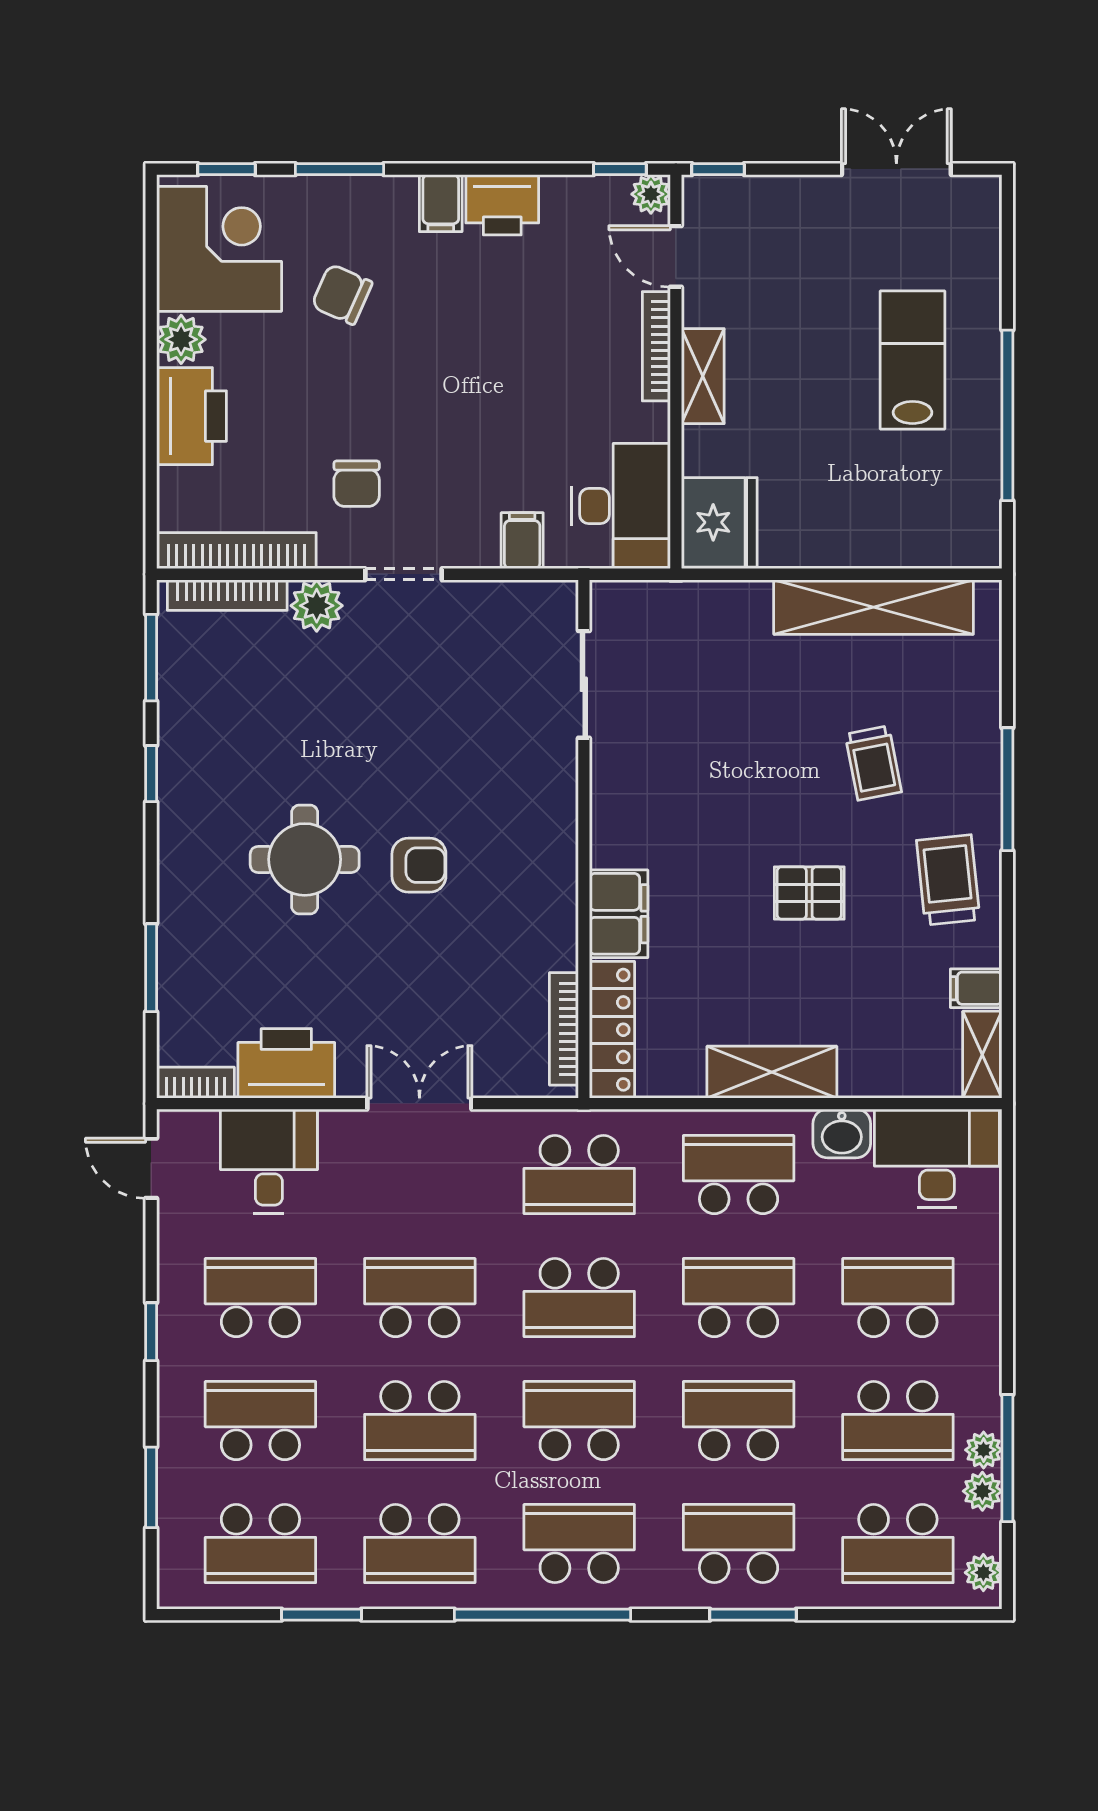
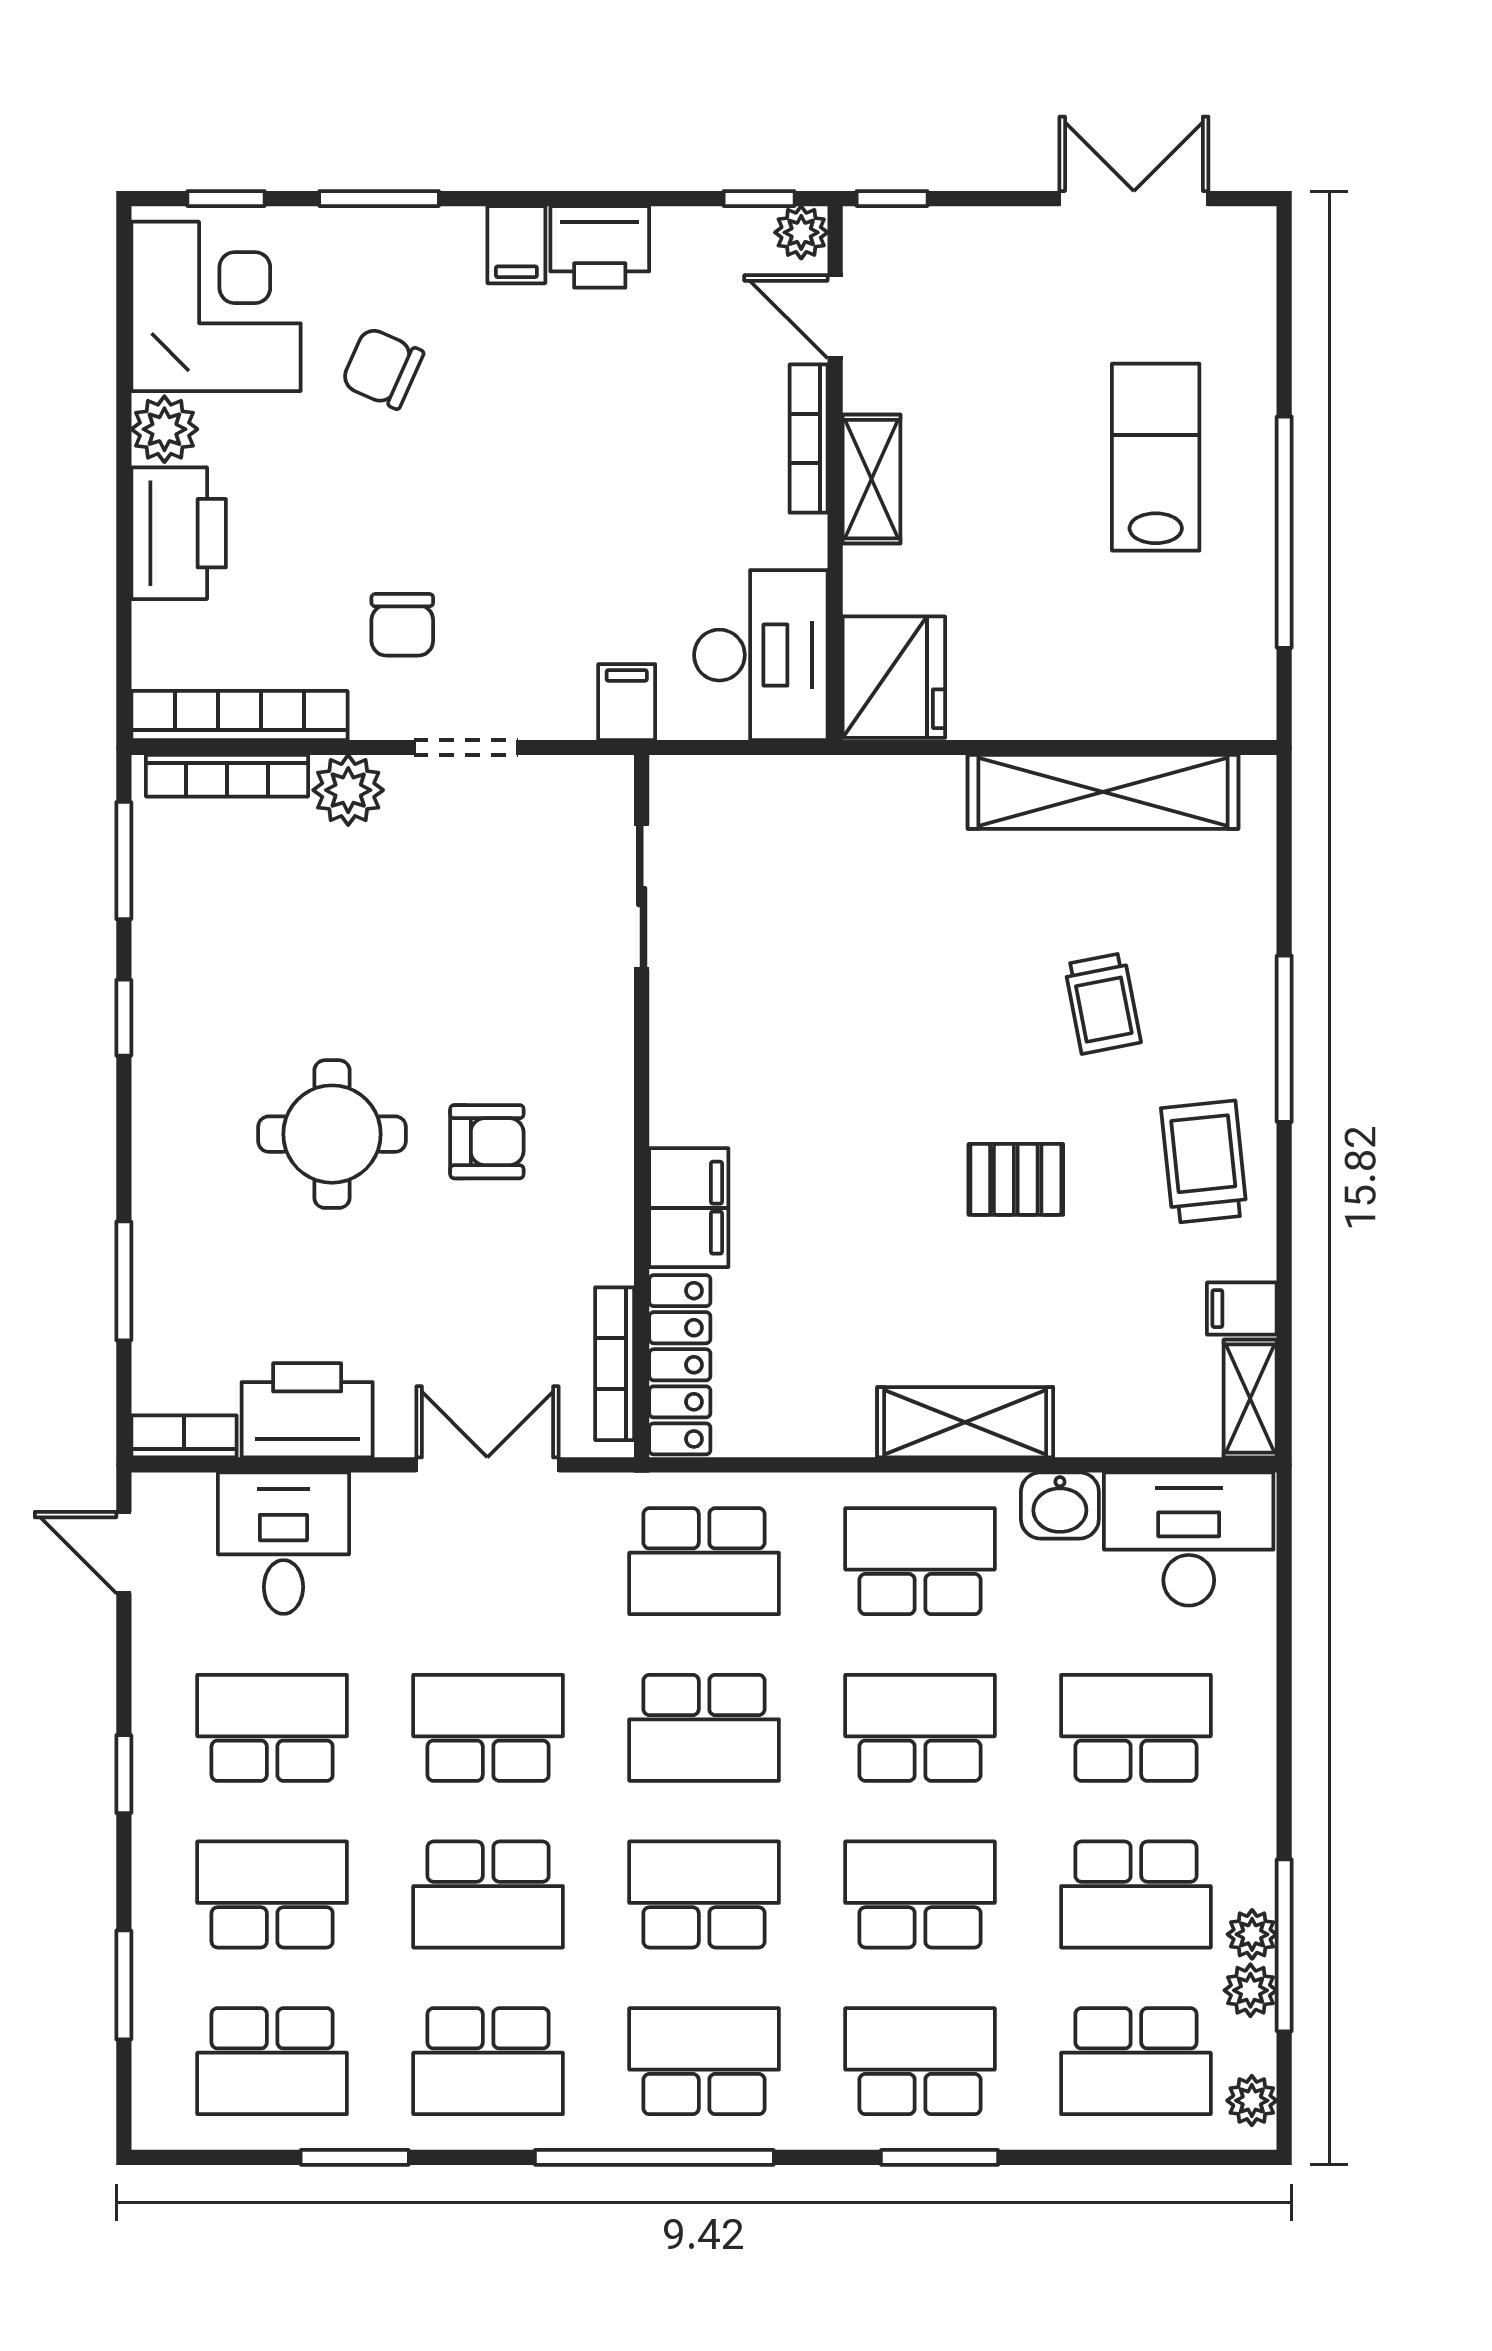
sliding door: (584, 684) -> (642, 897), moved
wall: (584, 839) -> (642, 1106), moved
filing cabinet: (619, 914) -> (689, 1208), moved
bookcase: (564, 1029) -> (615, 1364), moved
locker: (612, 1030) -> (680, 1365), moved

